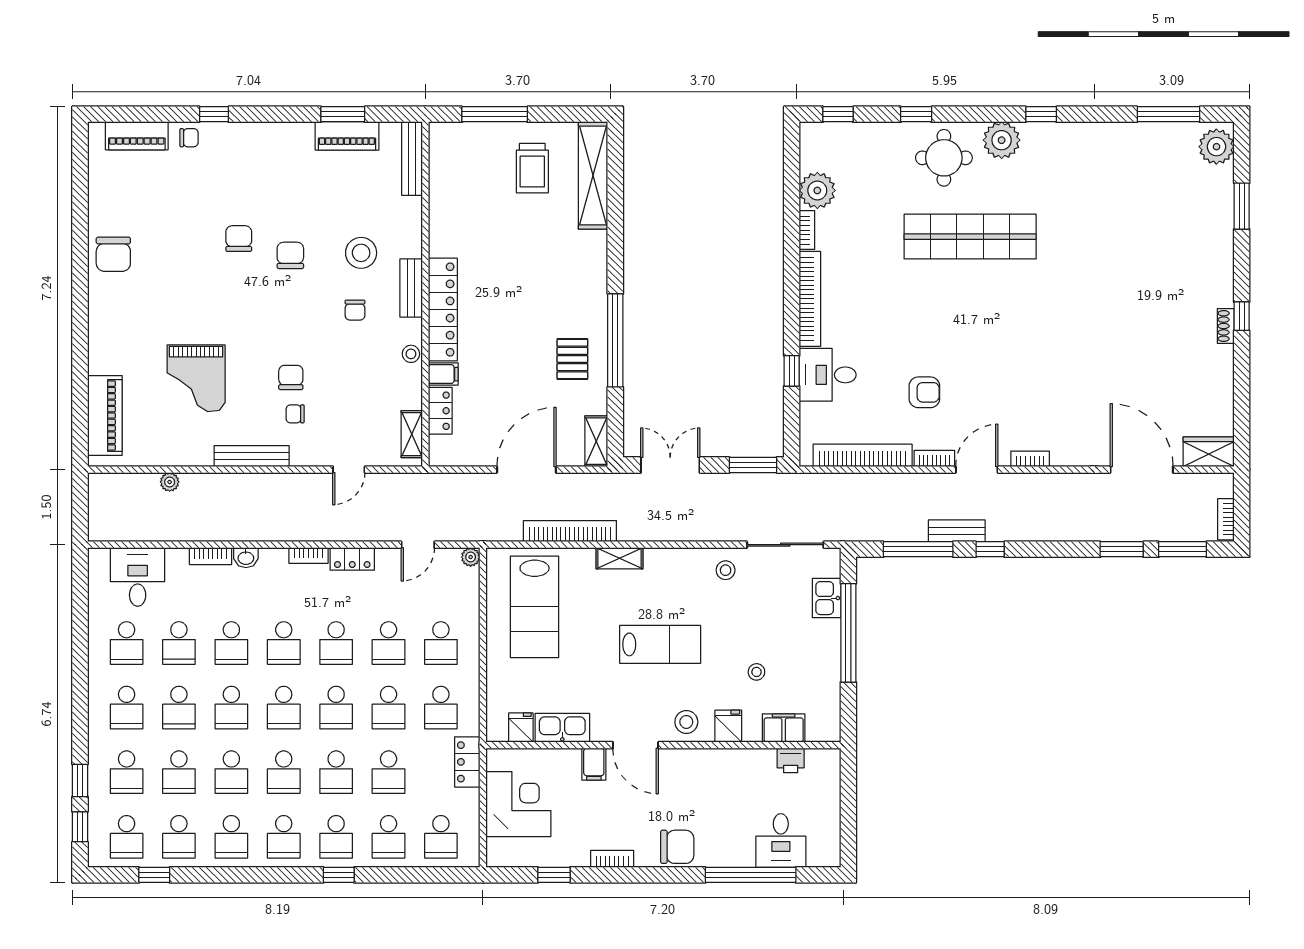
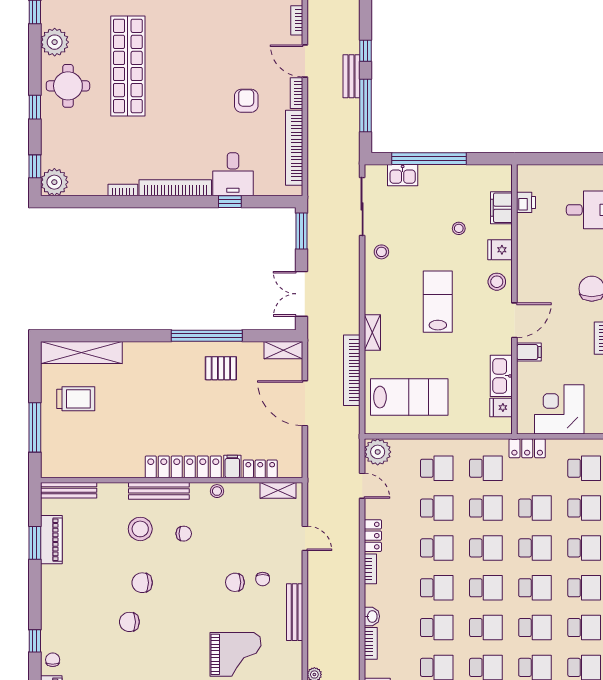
plant: (817, 190) -> (54, 182), moved
bench: (411, 288) -> (159, 491), width x1.36
plant: (471, 557) -> (378, 452), width x1.87, depth x1.87

